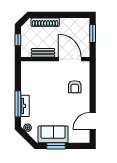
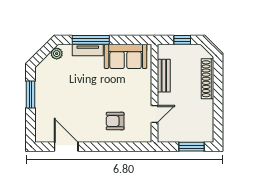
door: (70, 59) -> (155, 114), width x0.53
sofa: (53, 134) -> (126, 56), moved, turned 90

